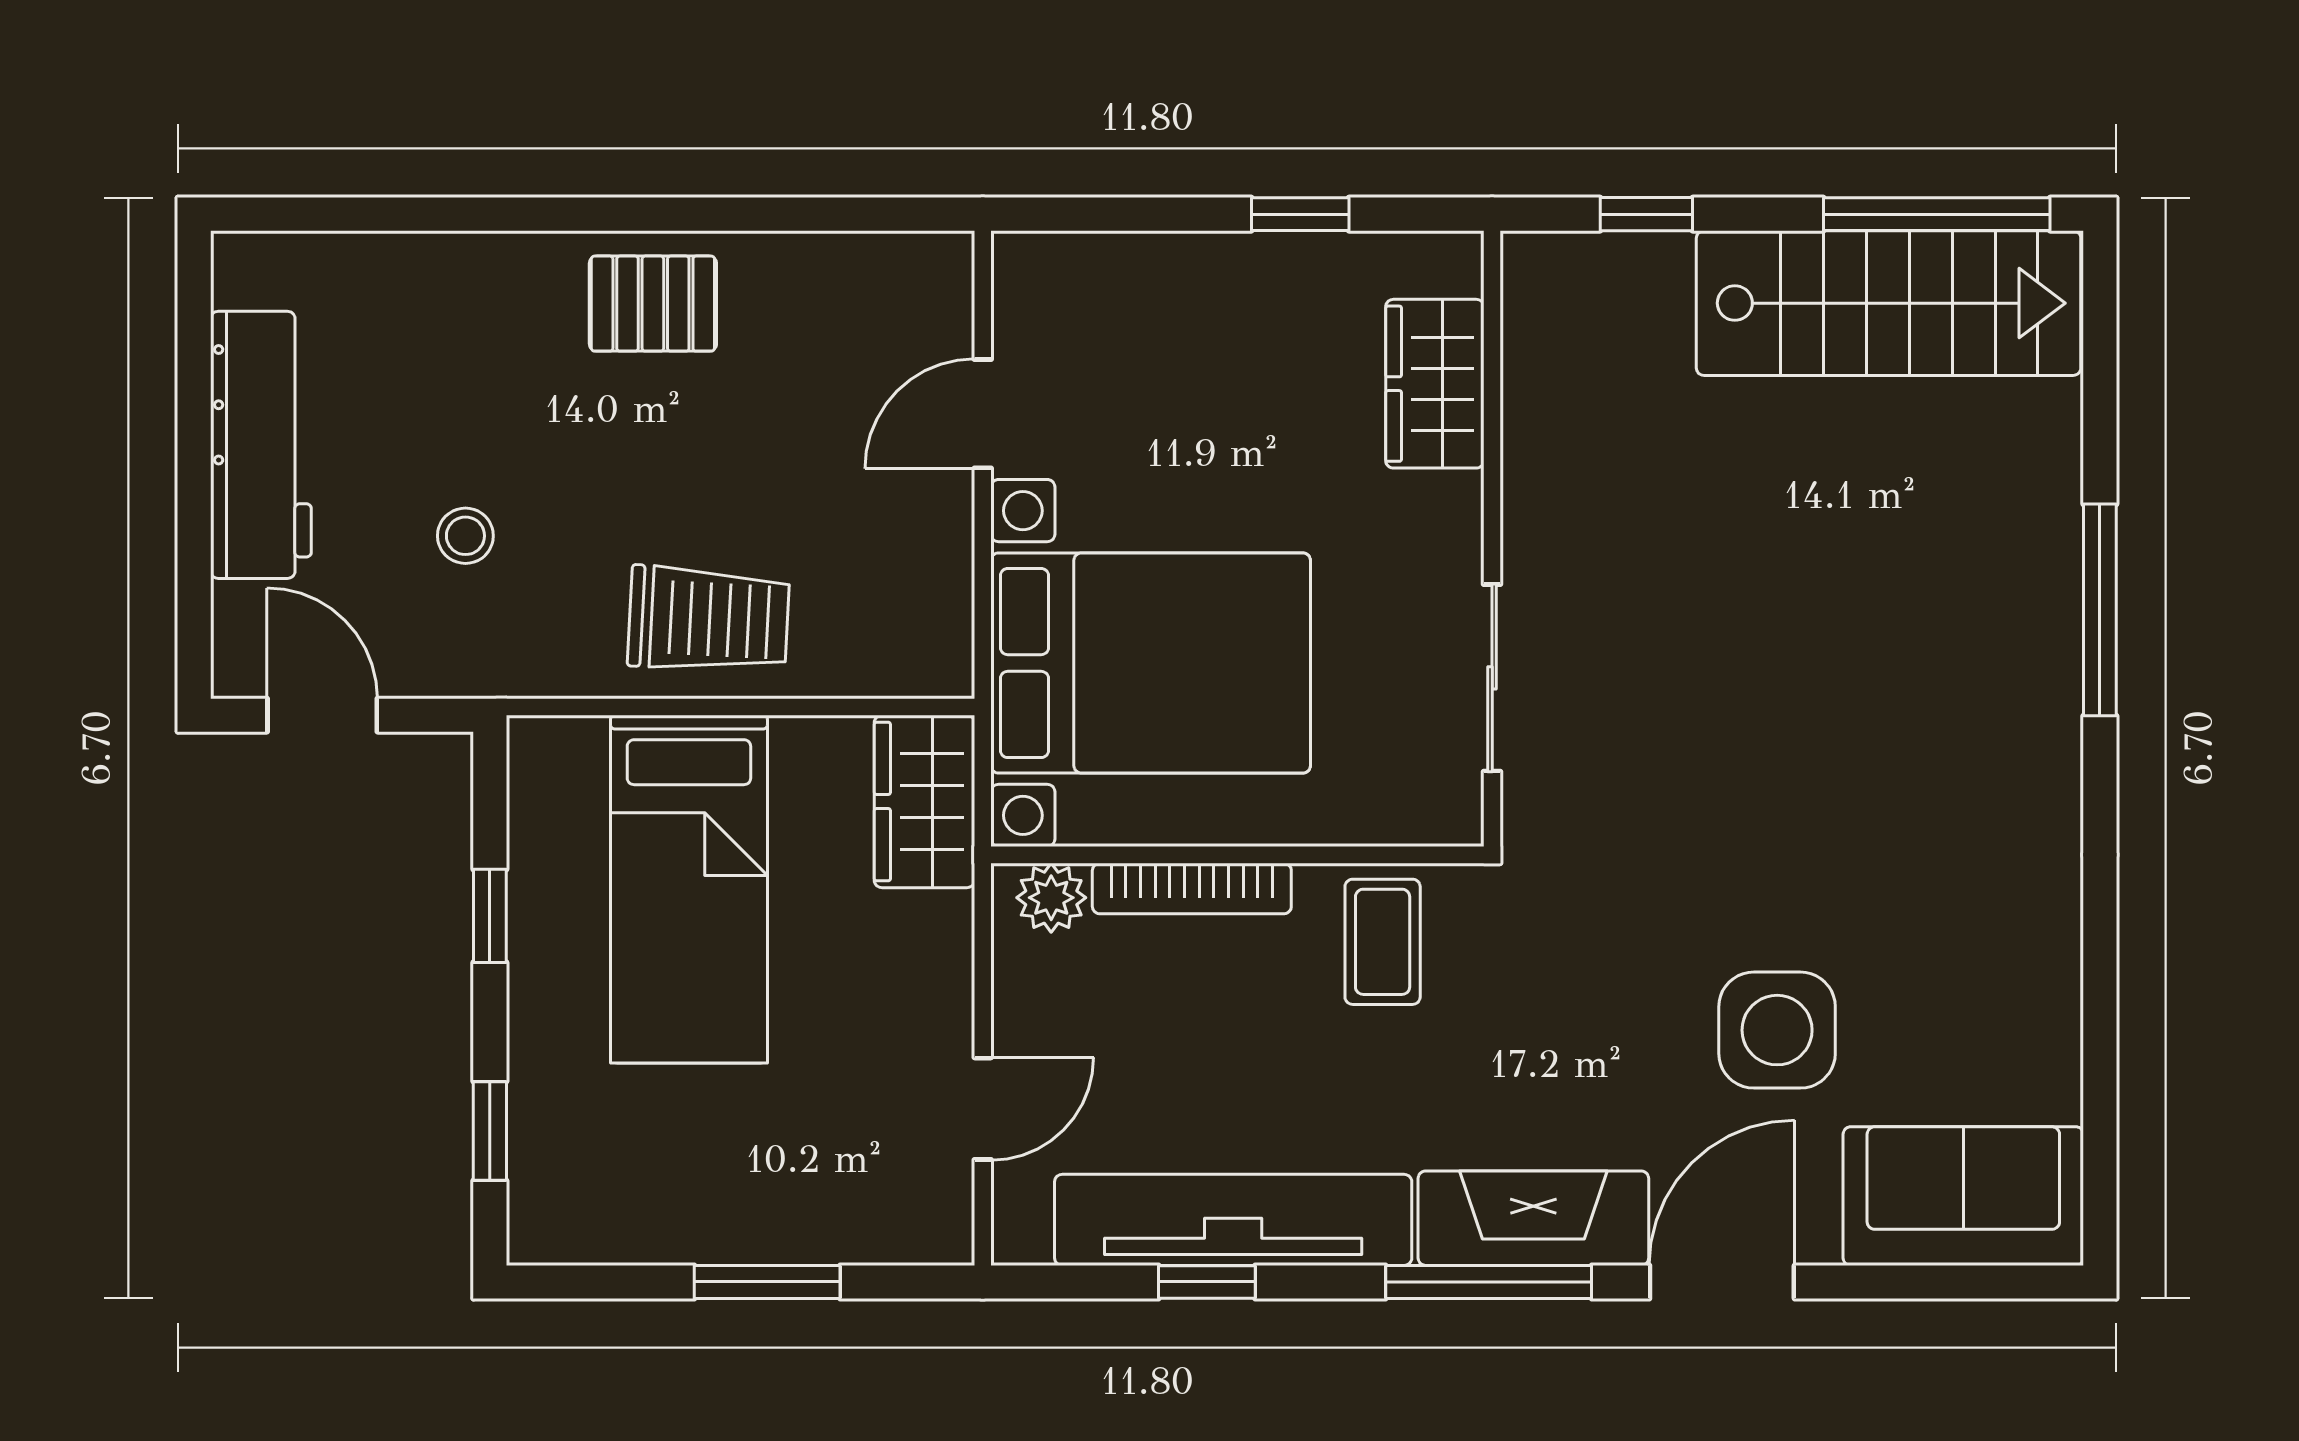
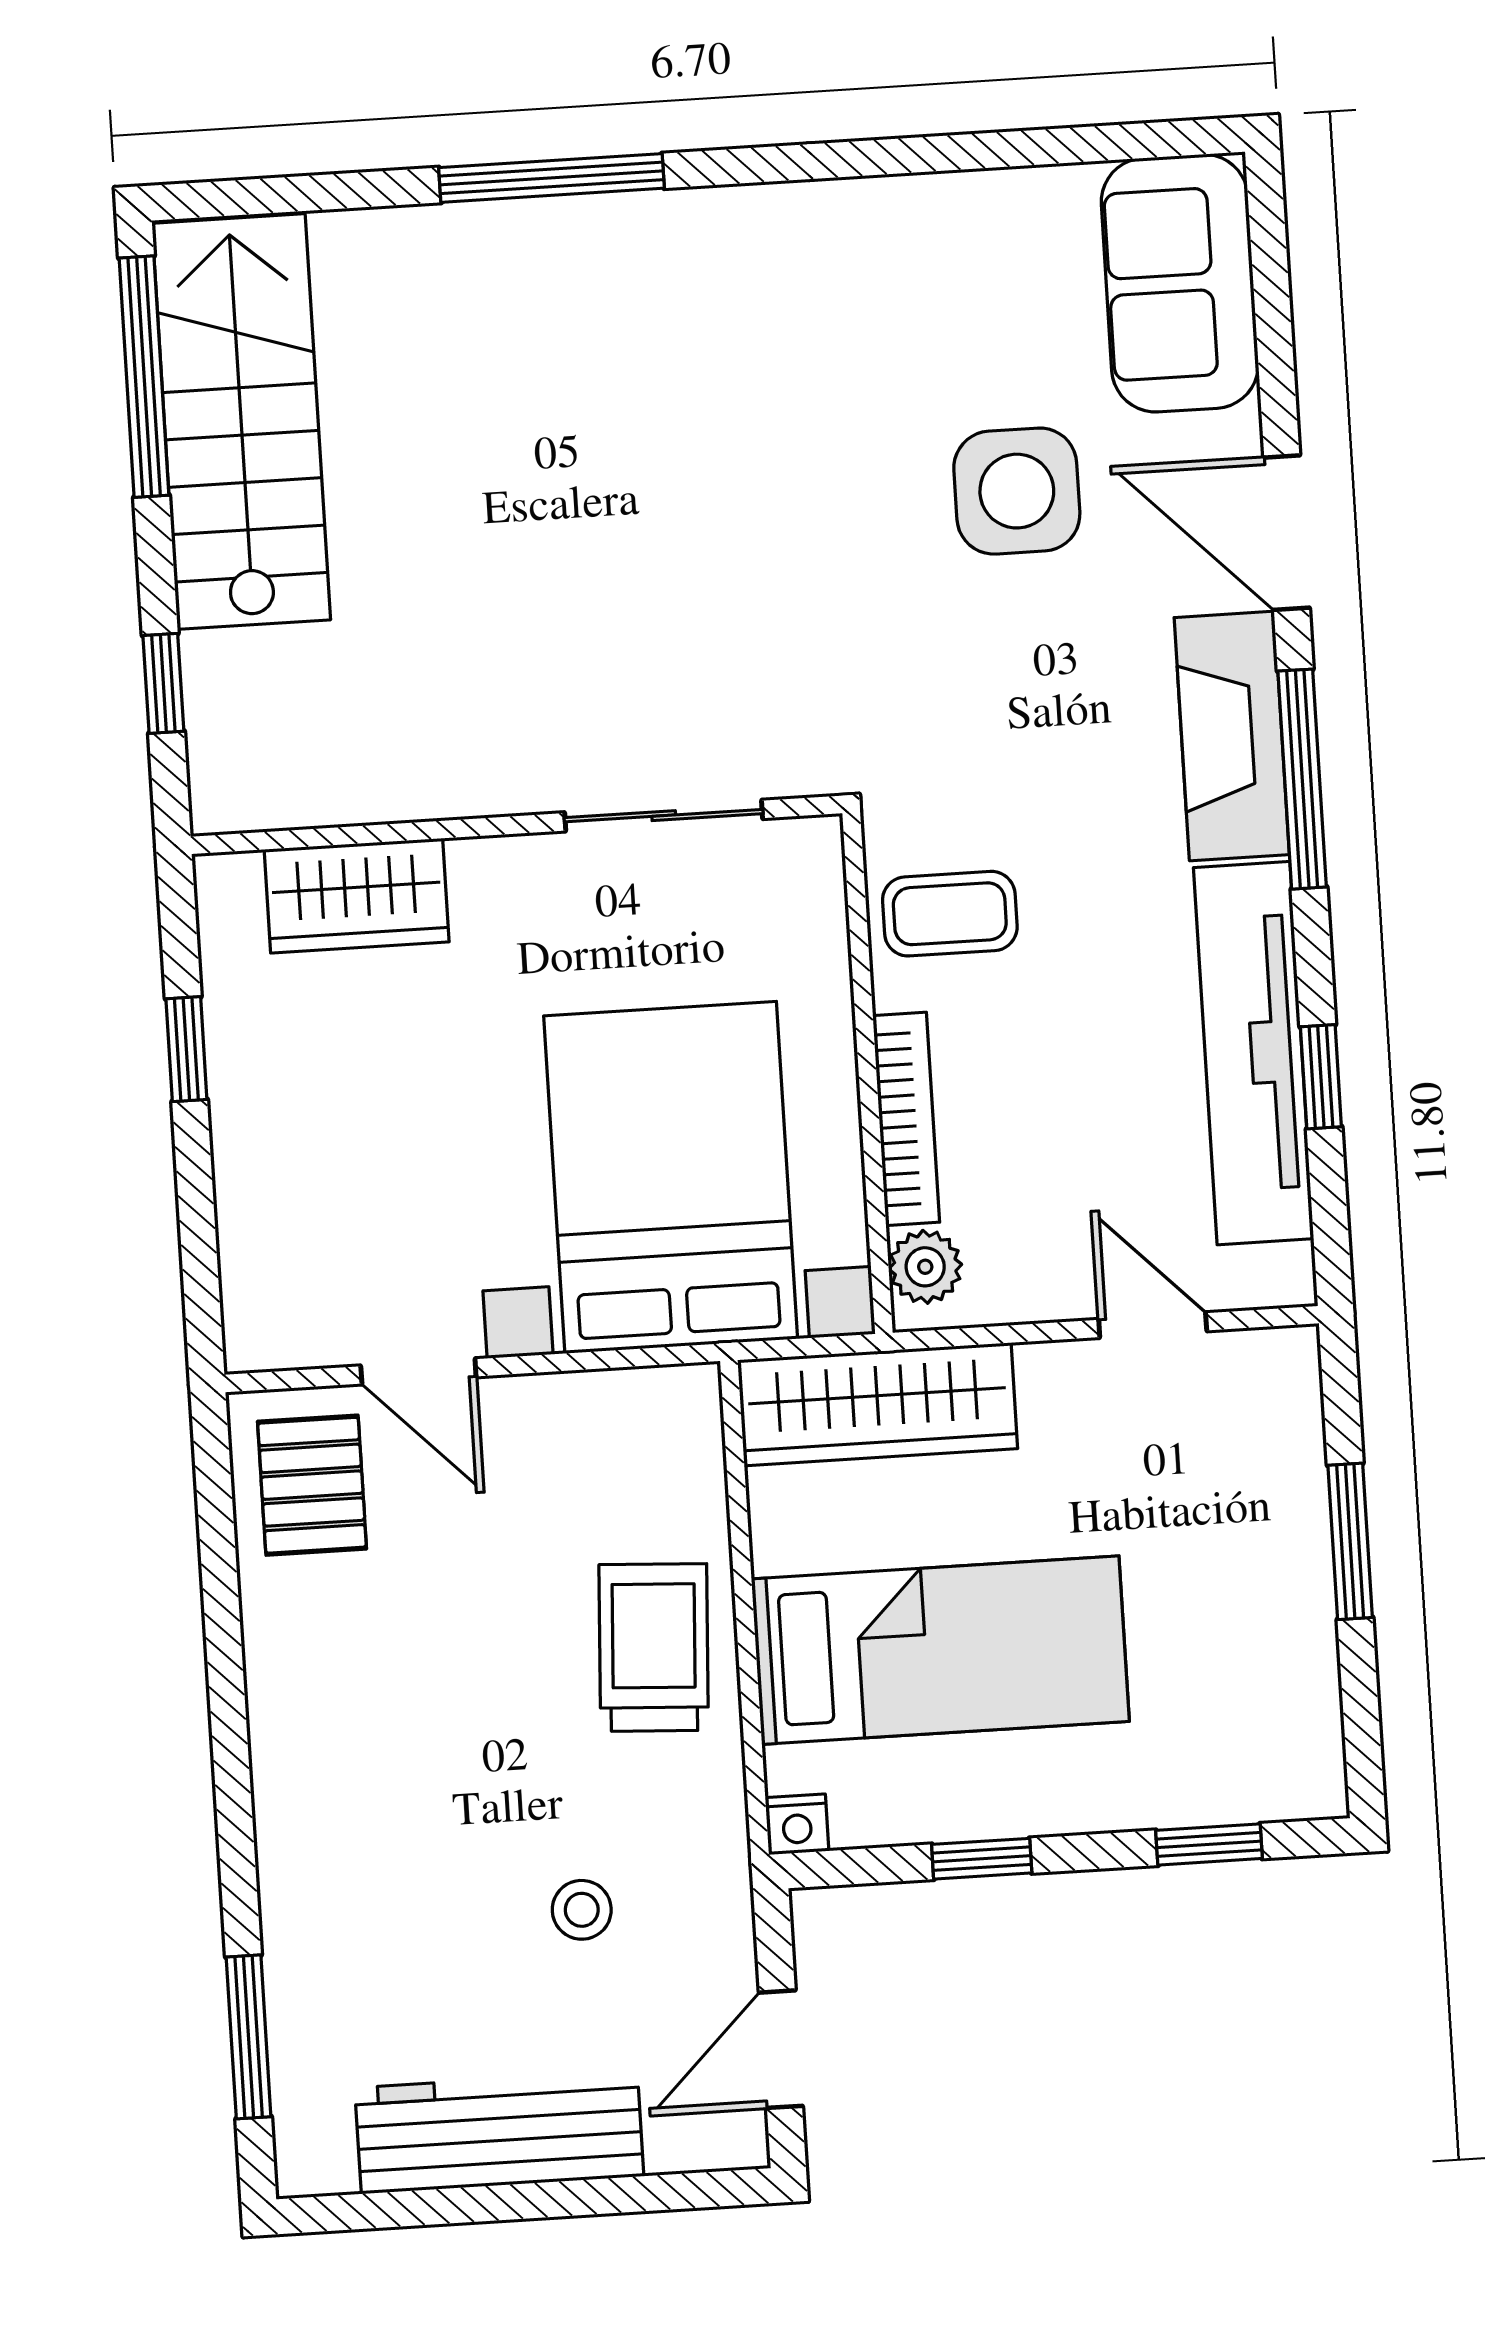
window: (365, 214) -> (249, 2037), added
pallet: (653, 304) -> (312, 1485), moved
nightstand: (533, 744) -> (797, 1824), added
wardrobe: (924, 802) -> (878, 1404), width x1.50

